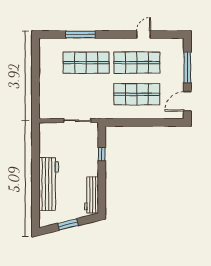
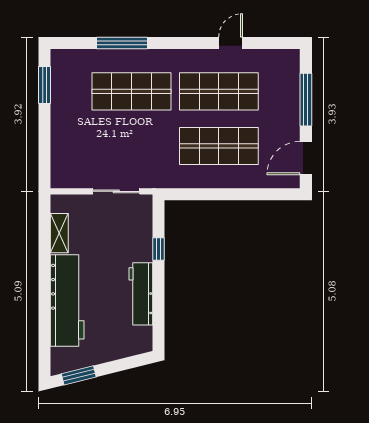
window: (36, 59) -> (44, 85), added
shelving: (44, 145) -> (59, 233), added
workbench: (91, 195) -> (141, 294), moved
window: (68, 224) -> (79, 375), moved

